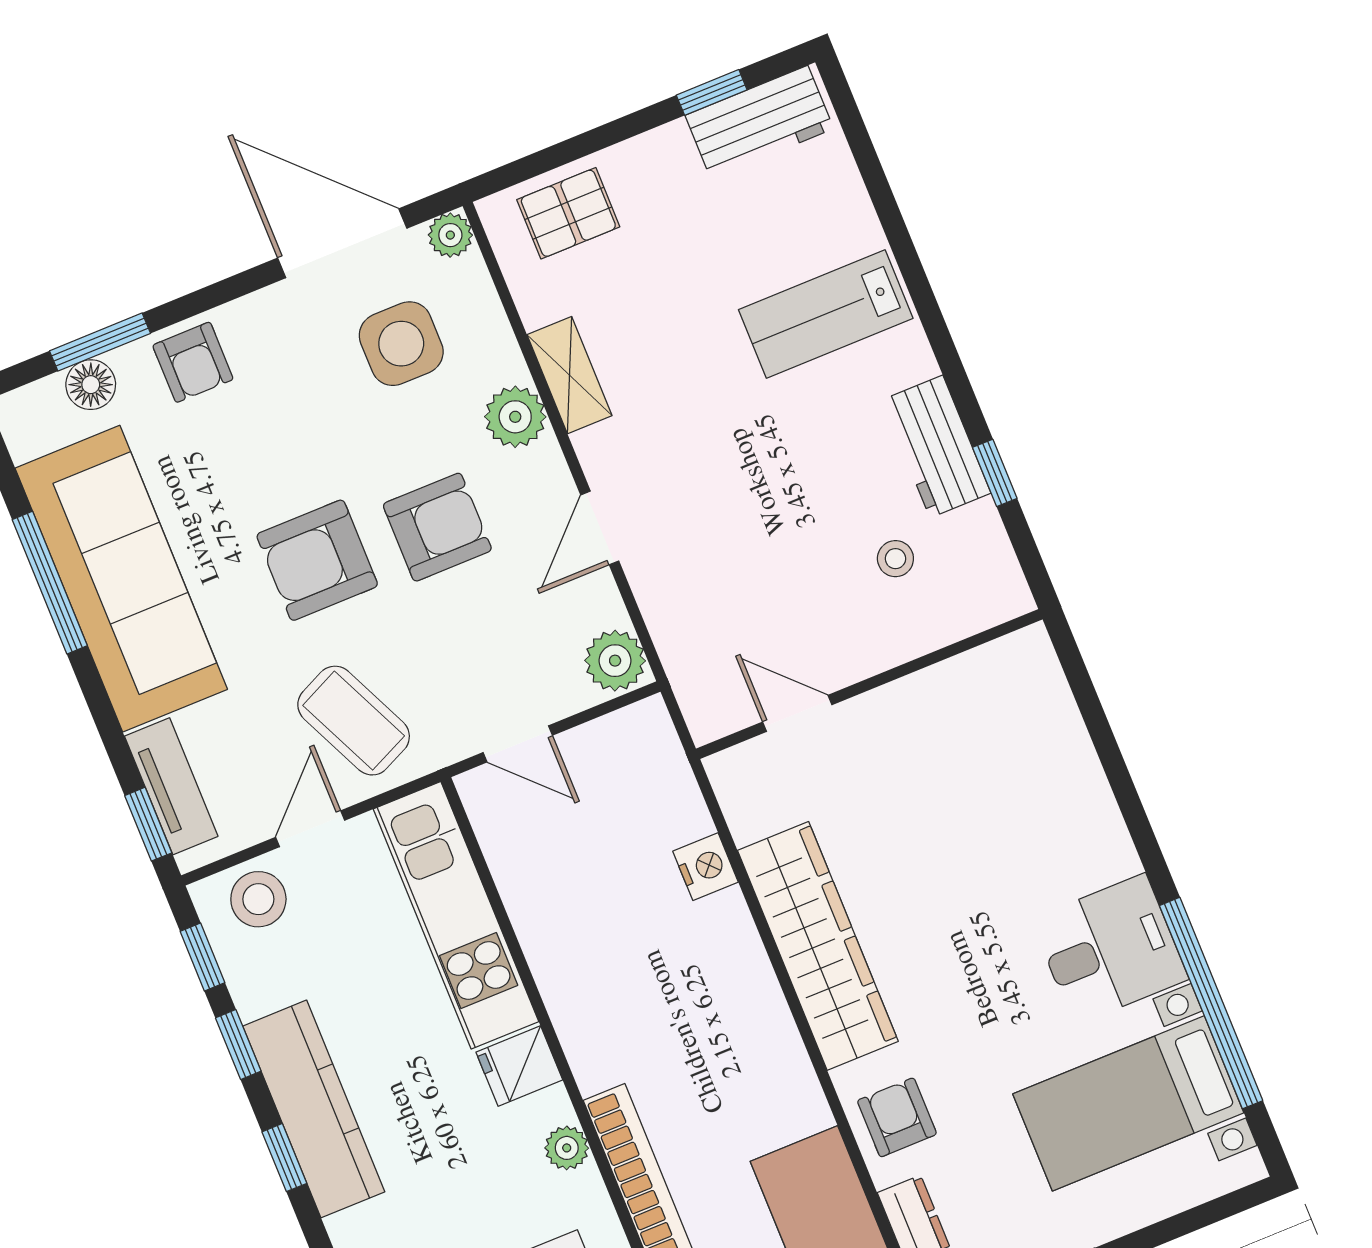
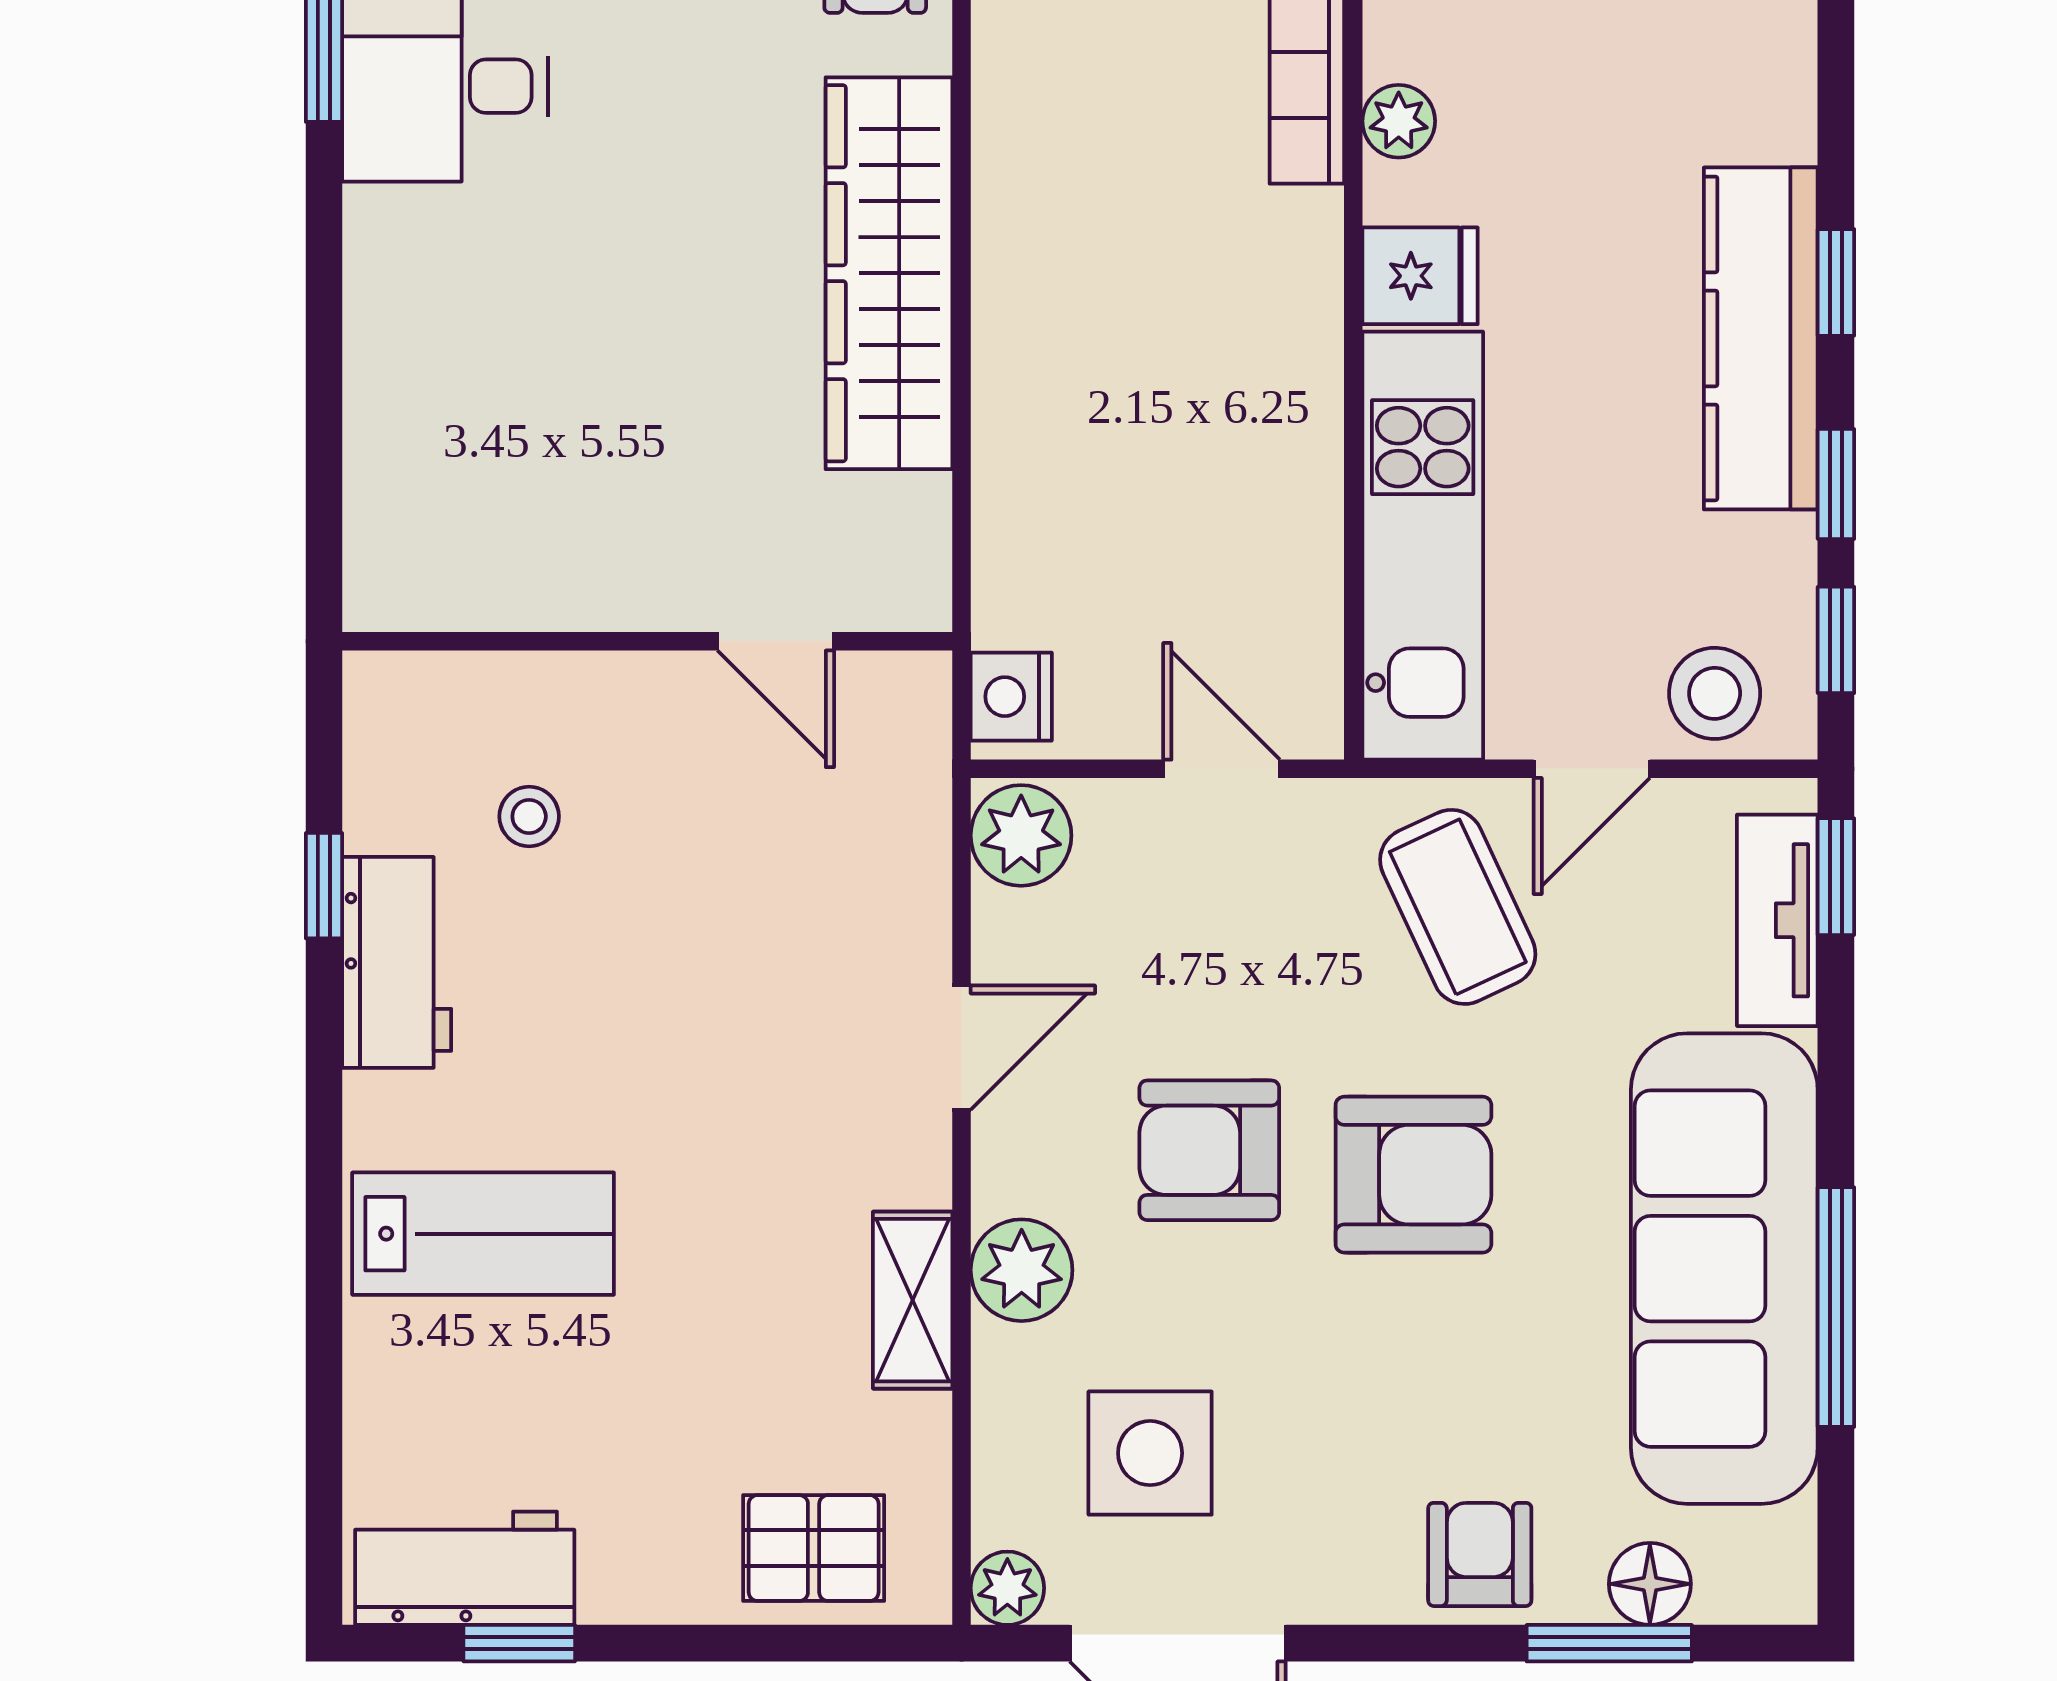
nightstand: (706, 867) -> (1011, 697), moved

